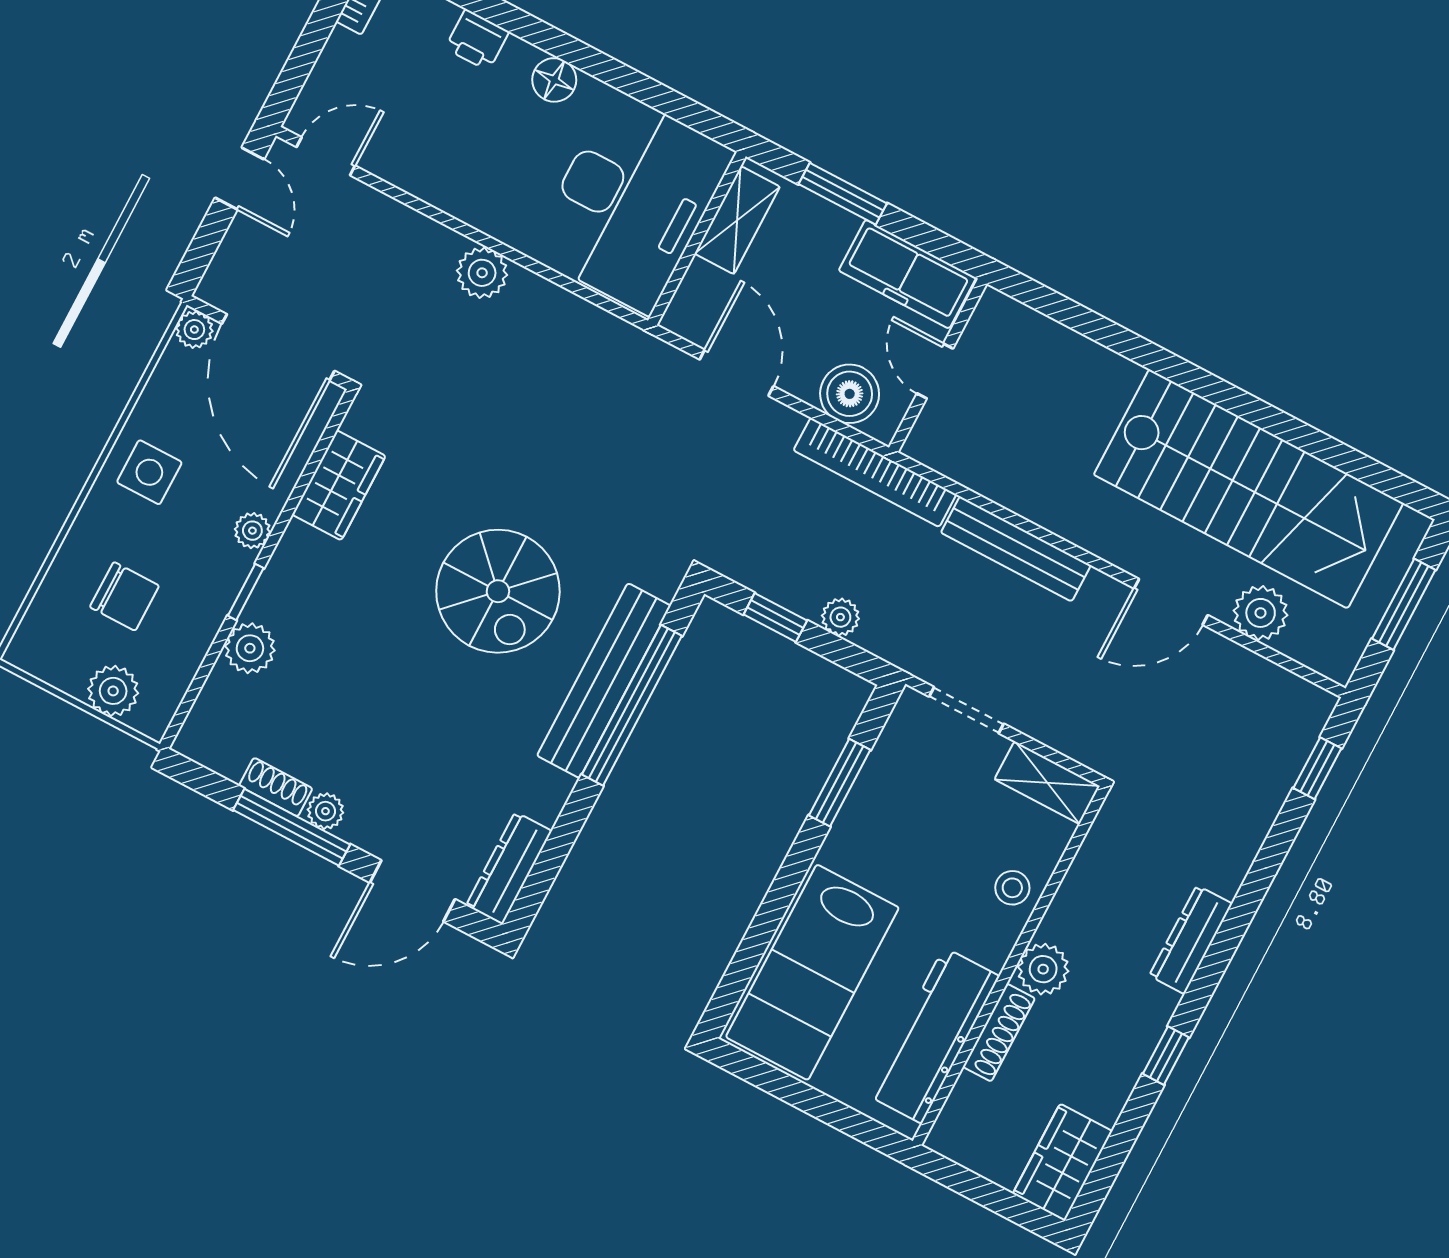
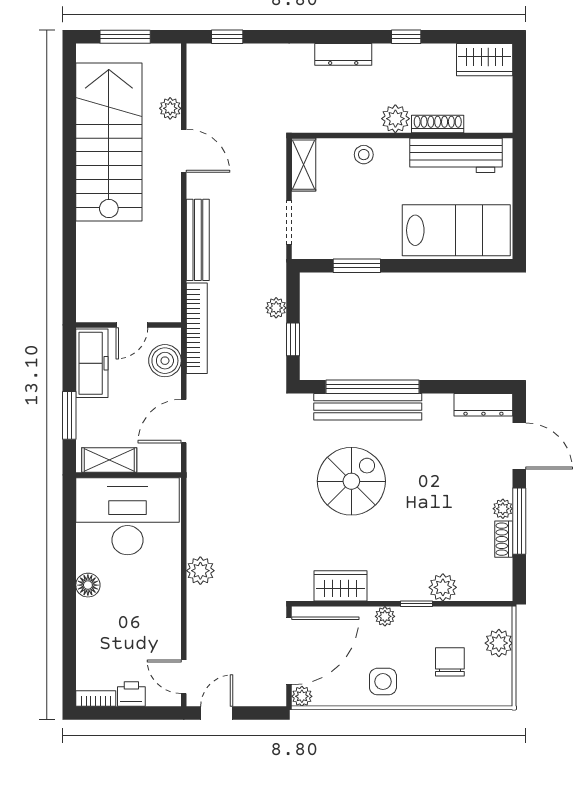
printer: (477, 40) -> (131, 694), moved, turned -90
plant: (1261, 613) -> (170, 108), width x0.73, depth x0.73

